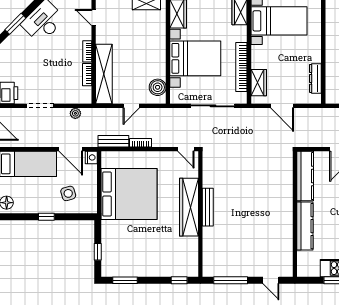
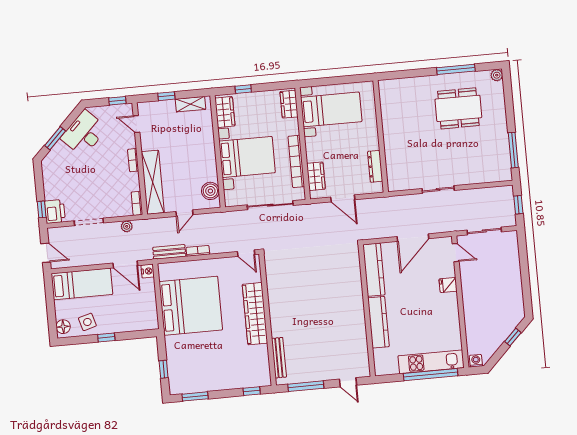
bookcase: (87, 75) -> (137, 203), moved
side table: (68, 193) -> (87, 322), moved
bench: (208, 207) -> (279, 358), moved

